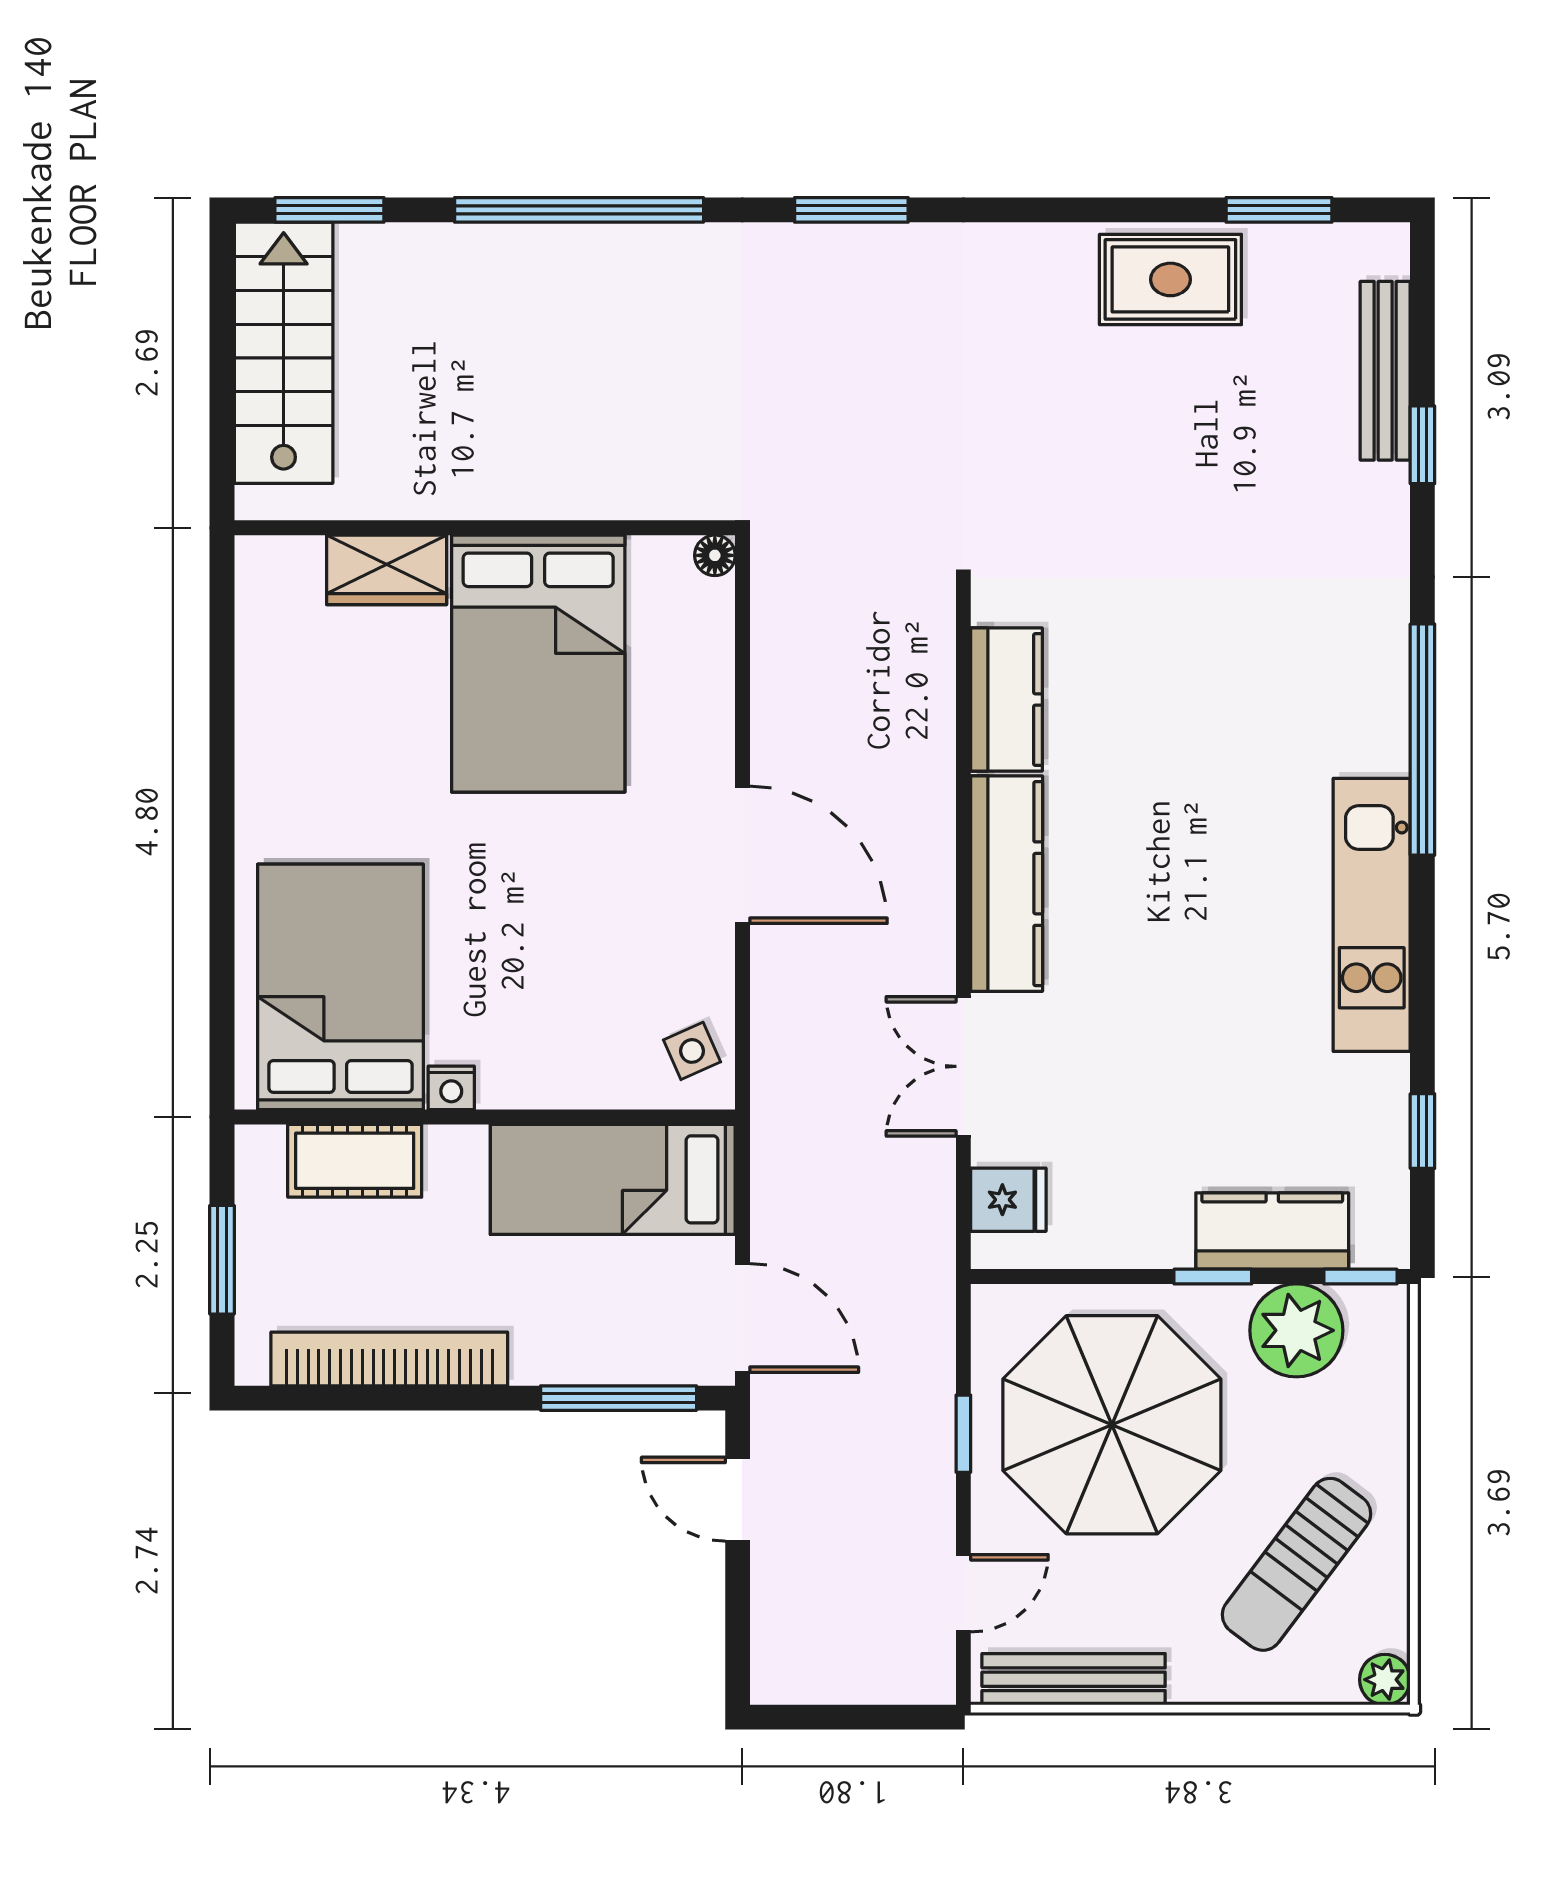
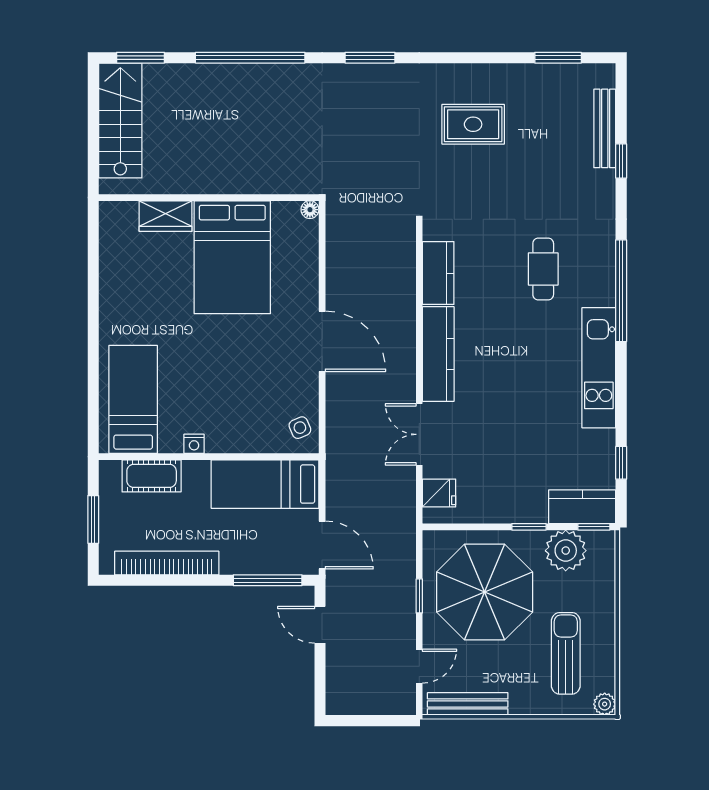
rug: (1170, 279) -> (473, 124), moved
cafe table: (1245, 690) -> (543, 269), added
bed: (340, 987) -> (133, 399), width x0.67
kitchen counter: (1272, 1231) -> (582, 507), moved
sun lounger: (1297, 1564) -> (566, 653), turned 143

